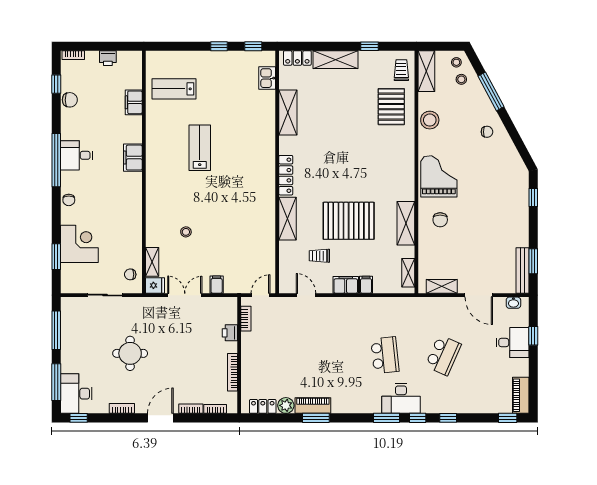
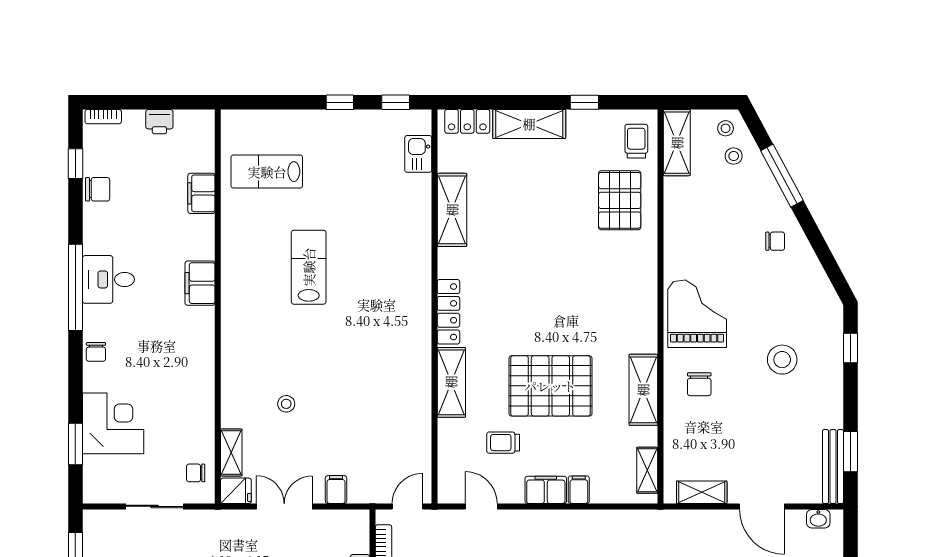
stool: (430, 120) -> (782, 360), moved

